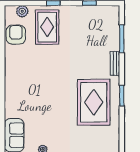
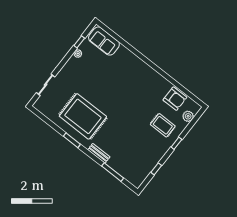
rug: (47, 27) -> (163, 125), width x0.73, depth x0.70

